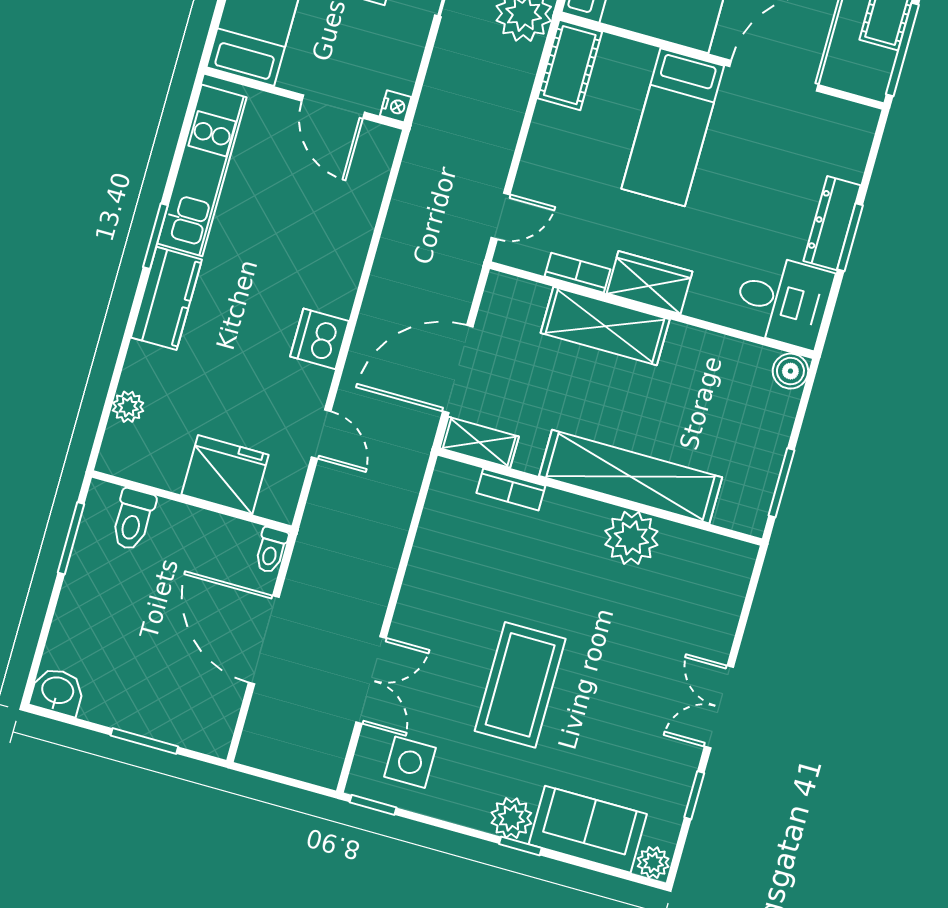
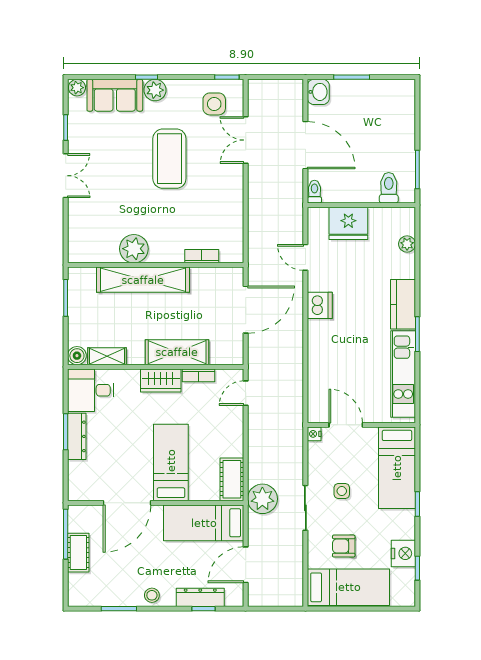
shelving: (479, 442) -> (107, 356), moved
washbasin: (57, 691) -> (318, 92), moved, turned -90

